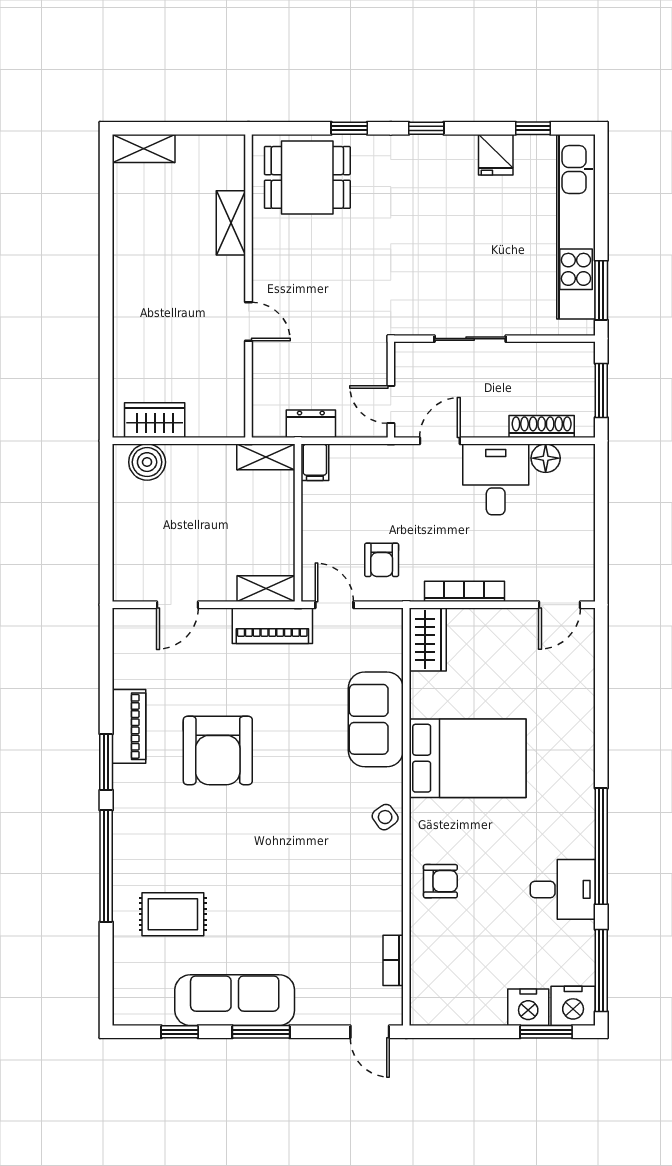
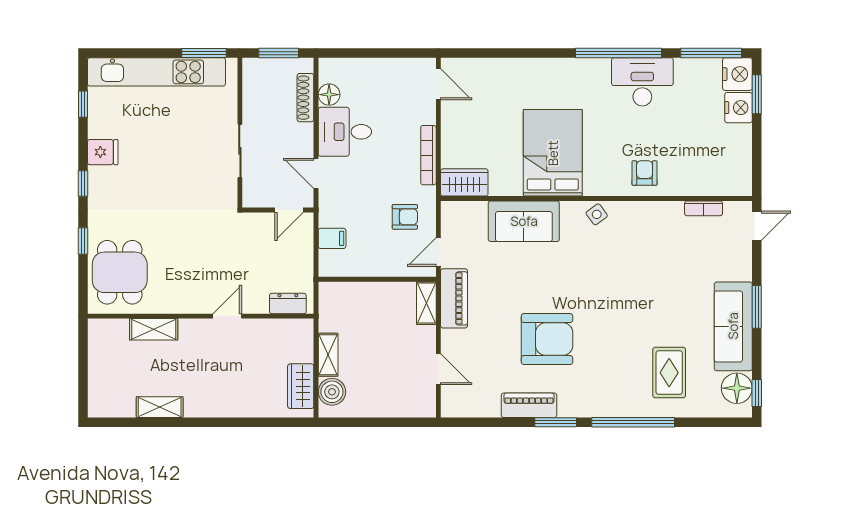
shelving: (144, 148) -> (160, 407), moved, turned 90
fridge: (496, 155) -> (103, 152), moved
dresser: (311, 424) -> (288, 304), moved, turned 90
shelving: (266, 457) -> (328, 355), moved
filing cabinet: (315, 462) -> (332, 238), moved
desk: (563, 889) -> (642, 82), width x1.37
floor lamp: (152, 1005) -> (737, 388), added
window: (180, 1032) -> (757, 393), moved

